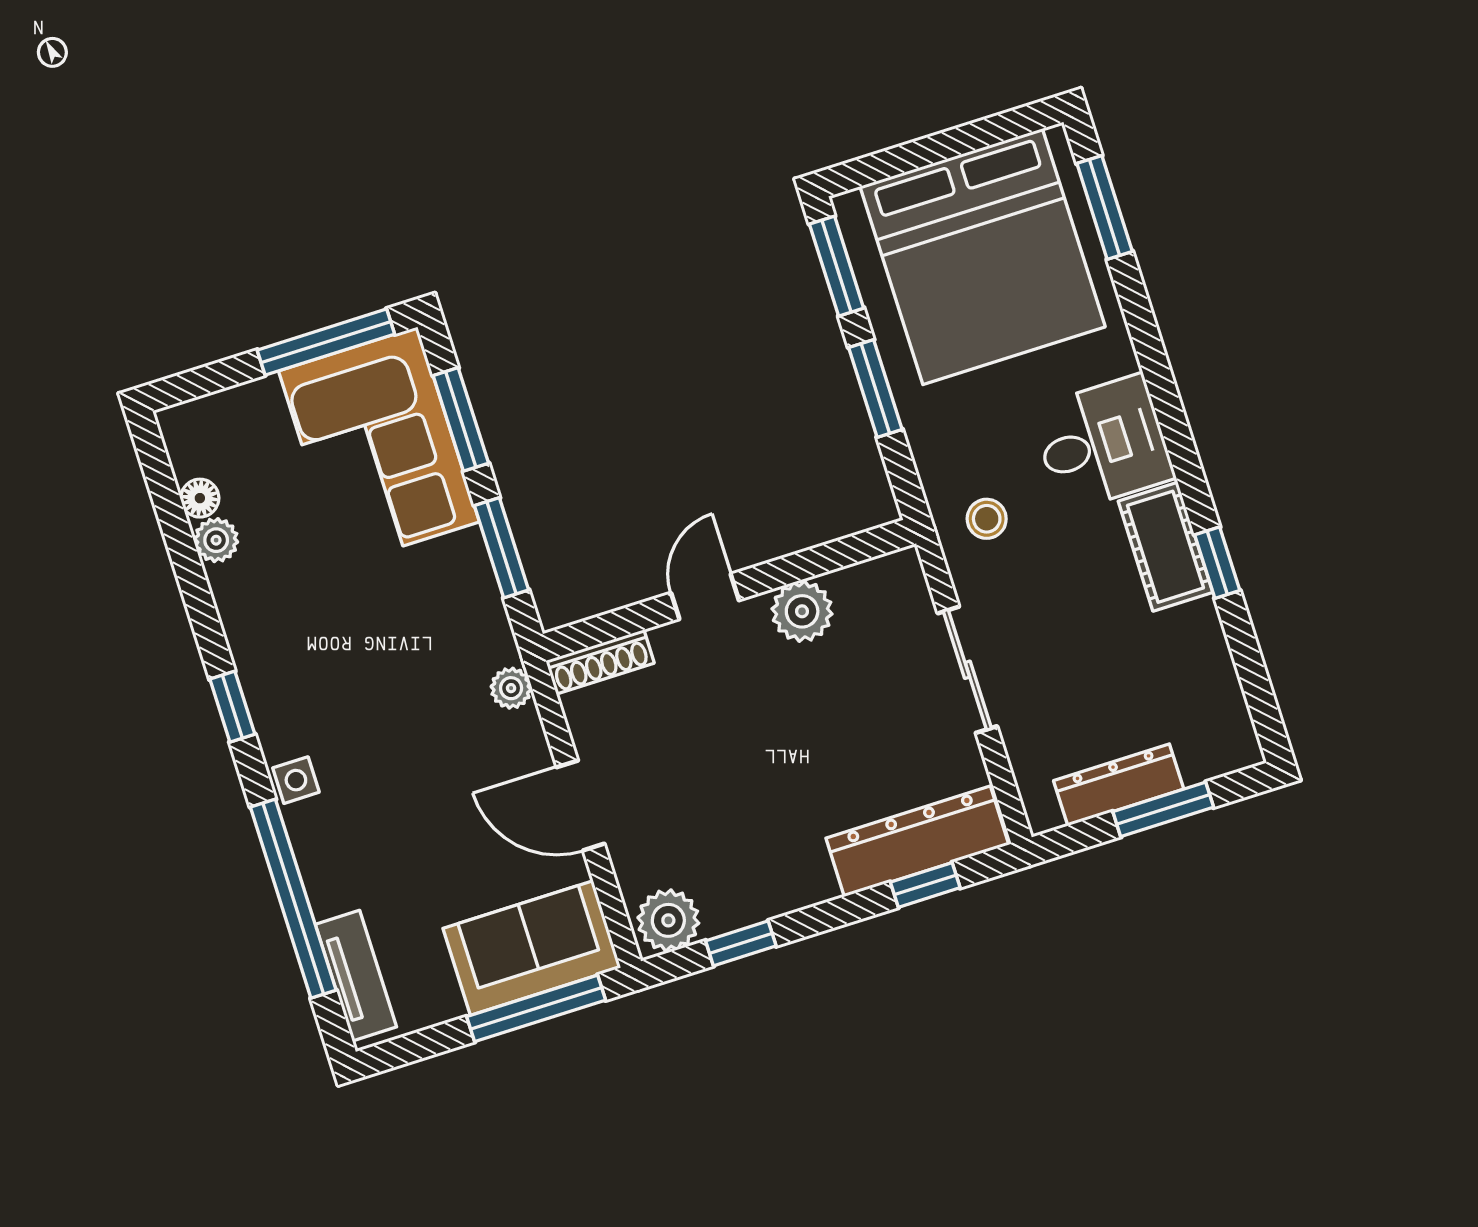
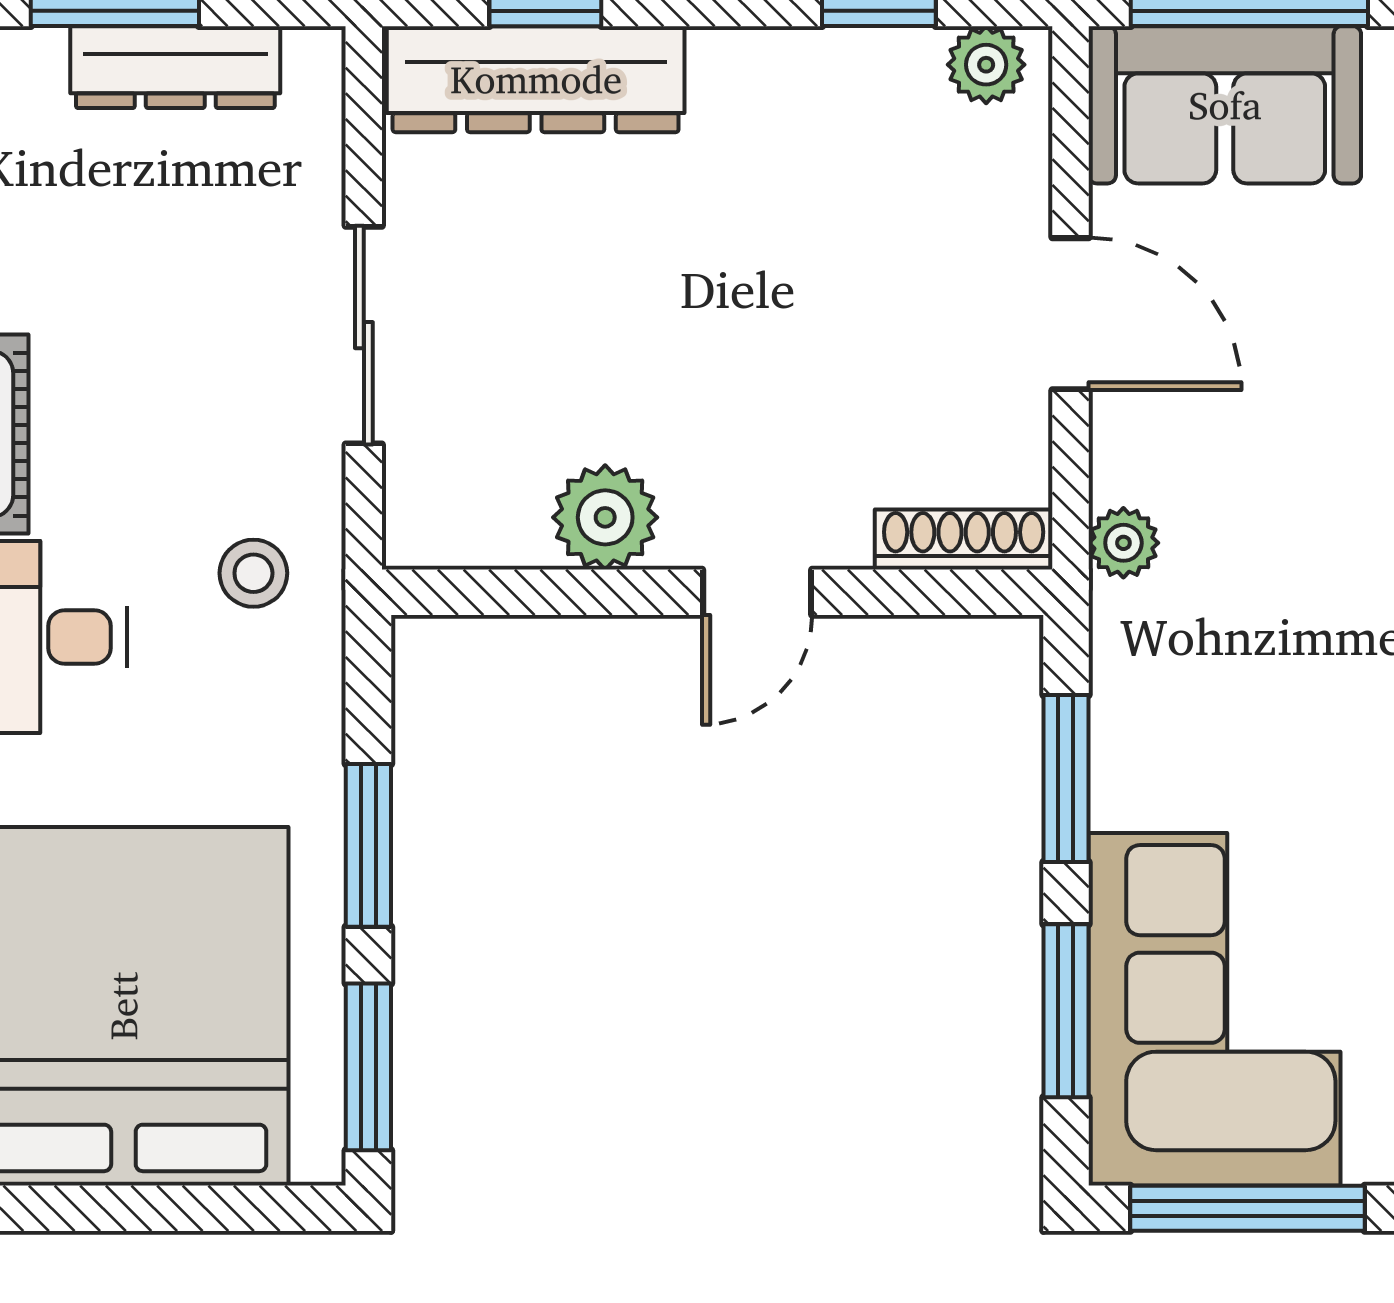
plant: (668, 920) -> (986, 65), width x0.73, depth x0.73

